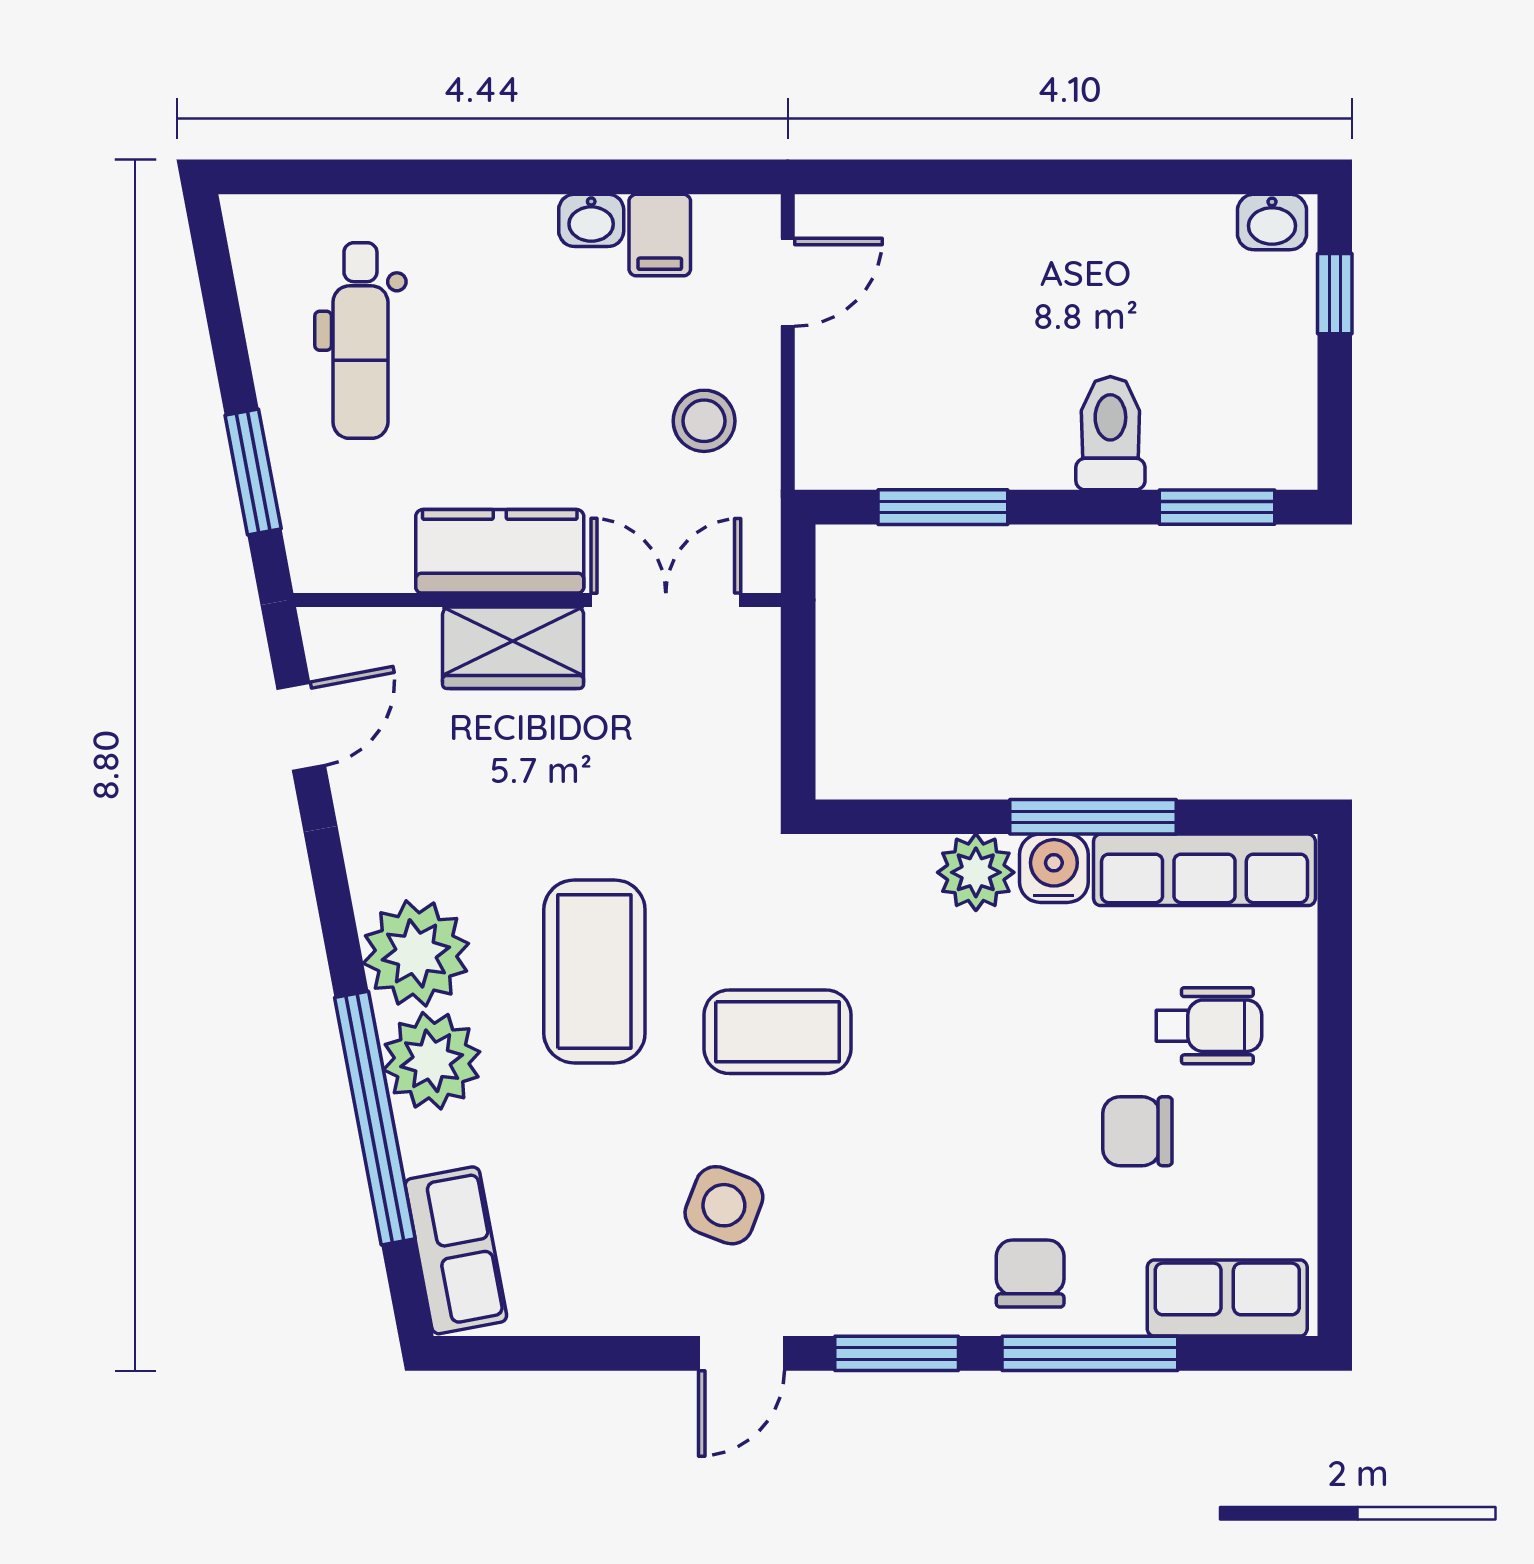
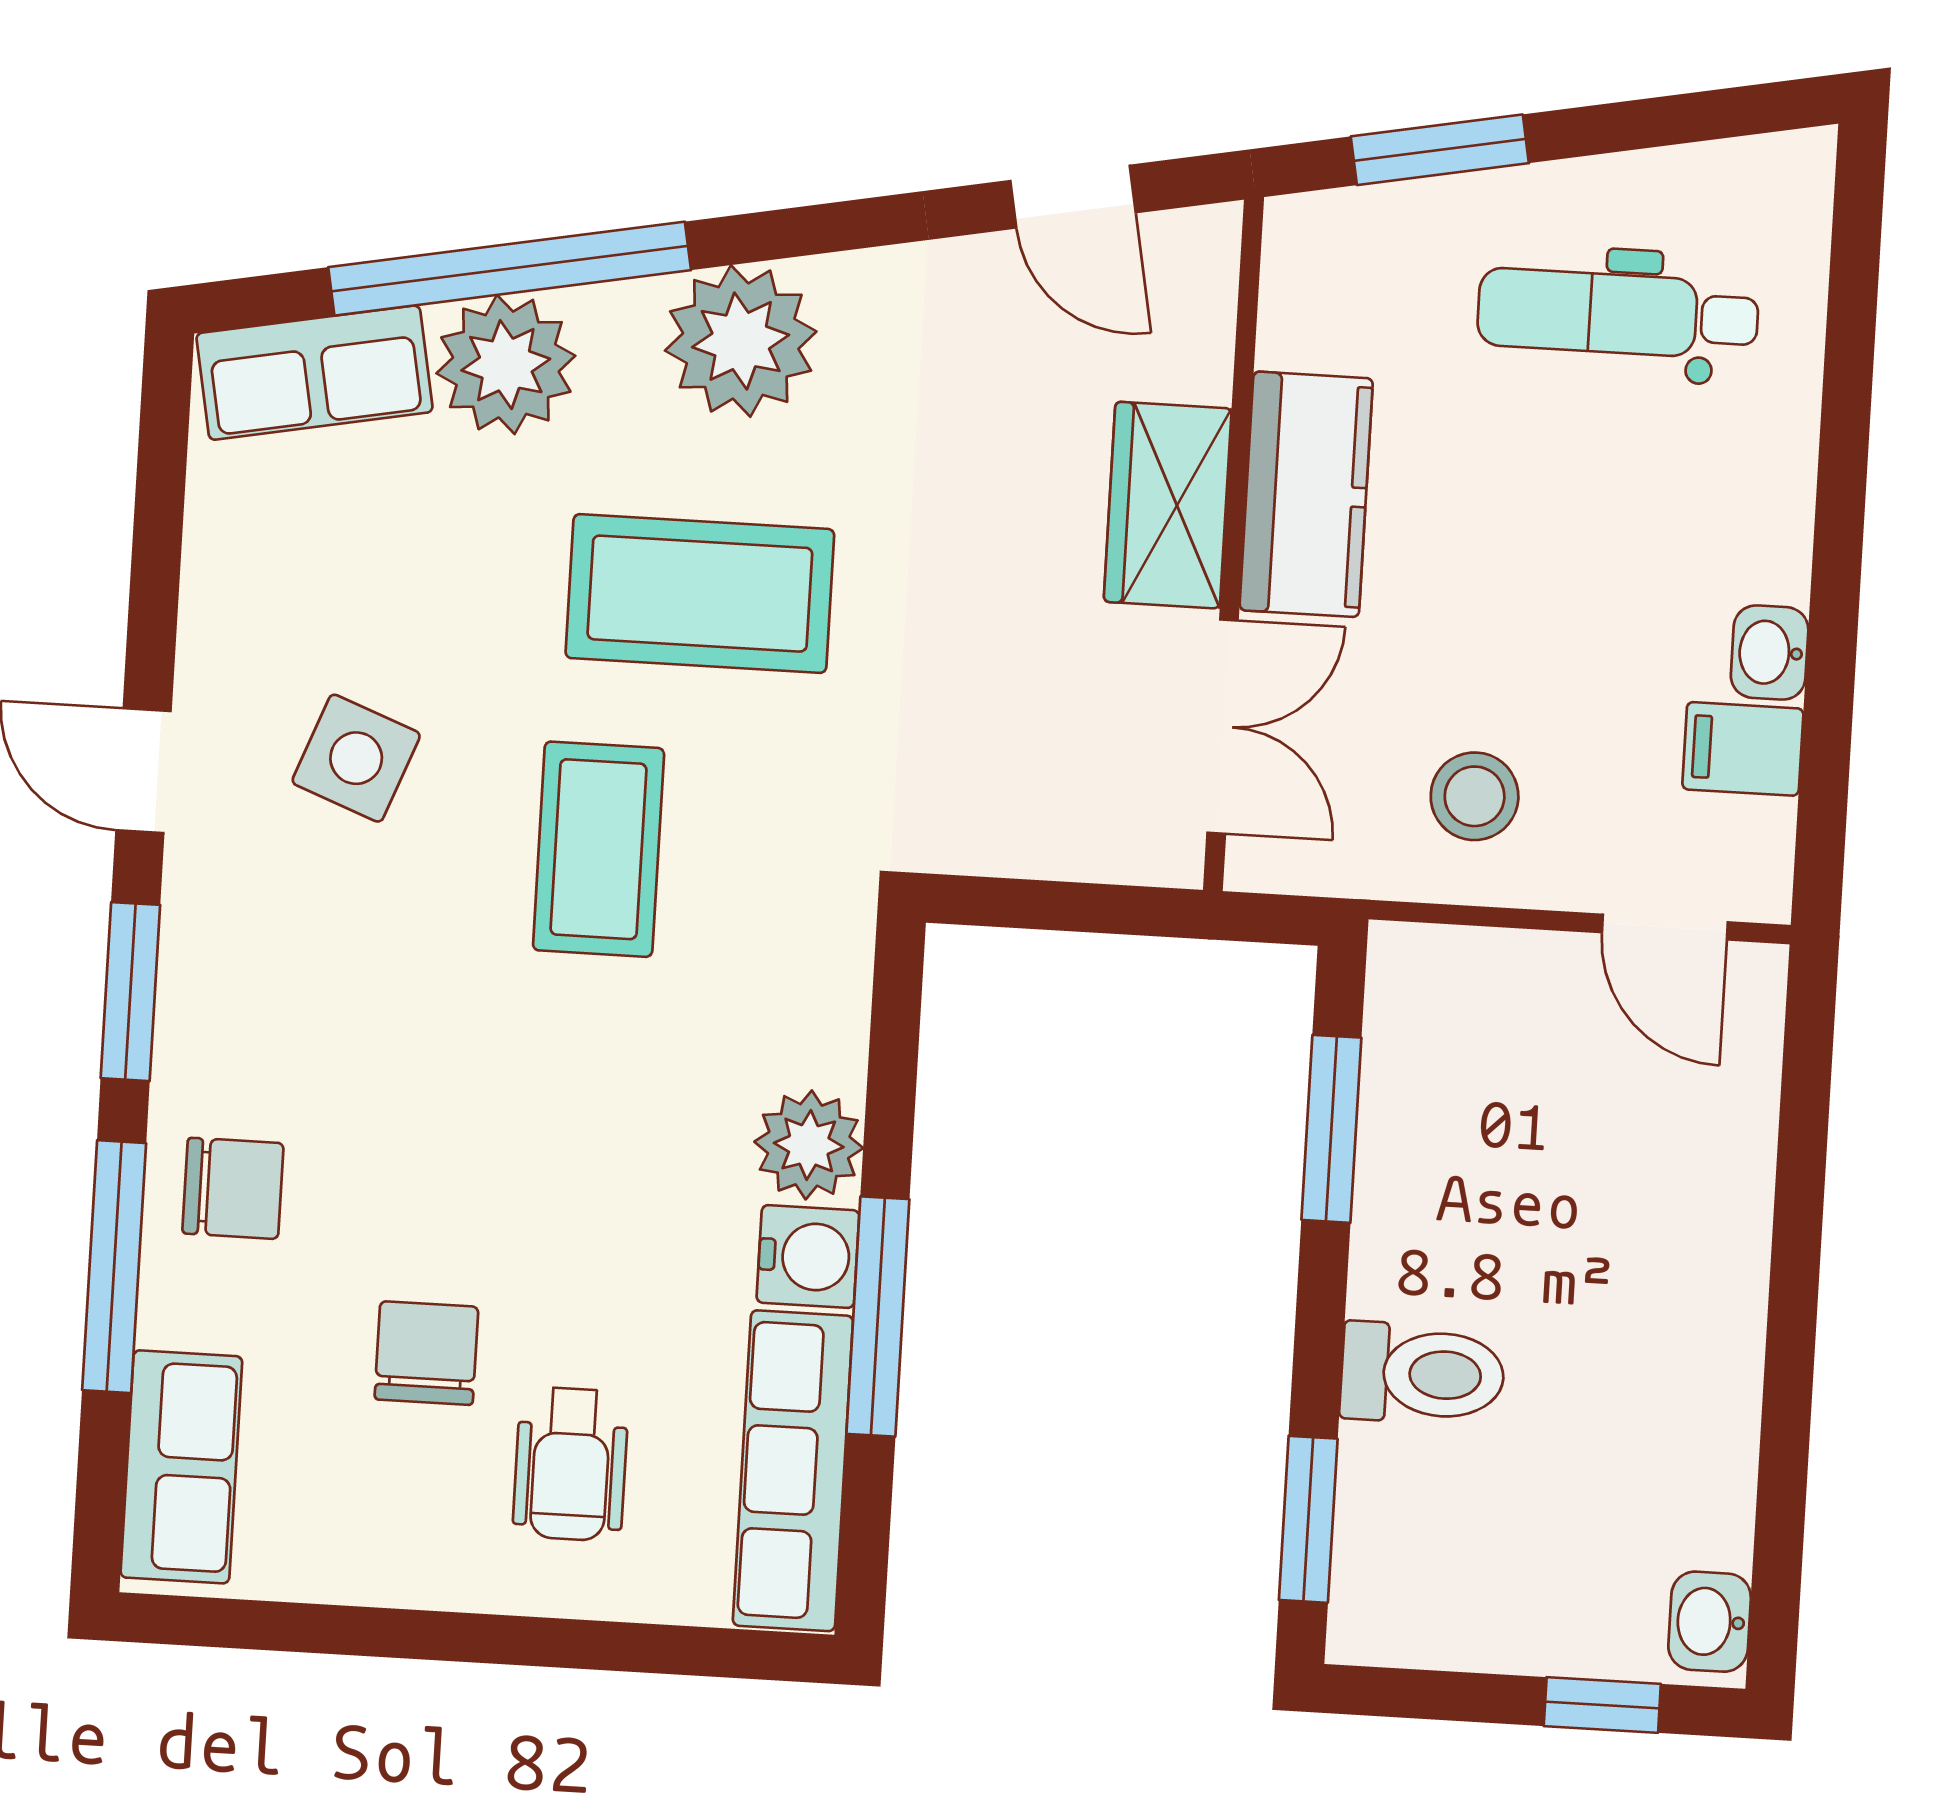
plant: (432, 1061) -> (506, 365), moved

